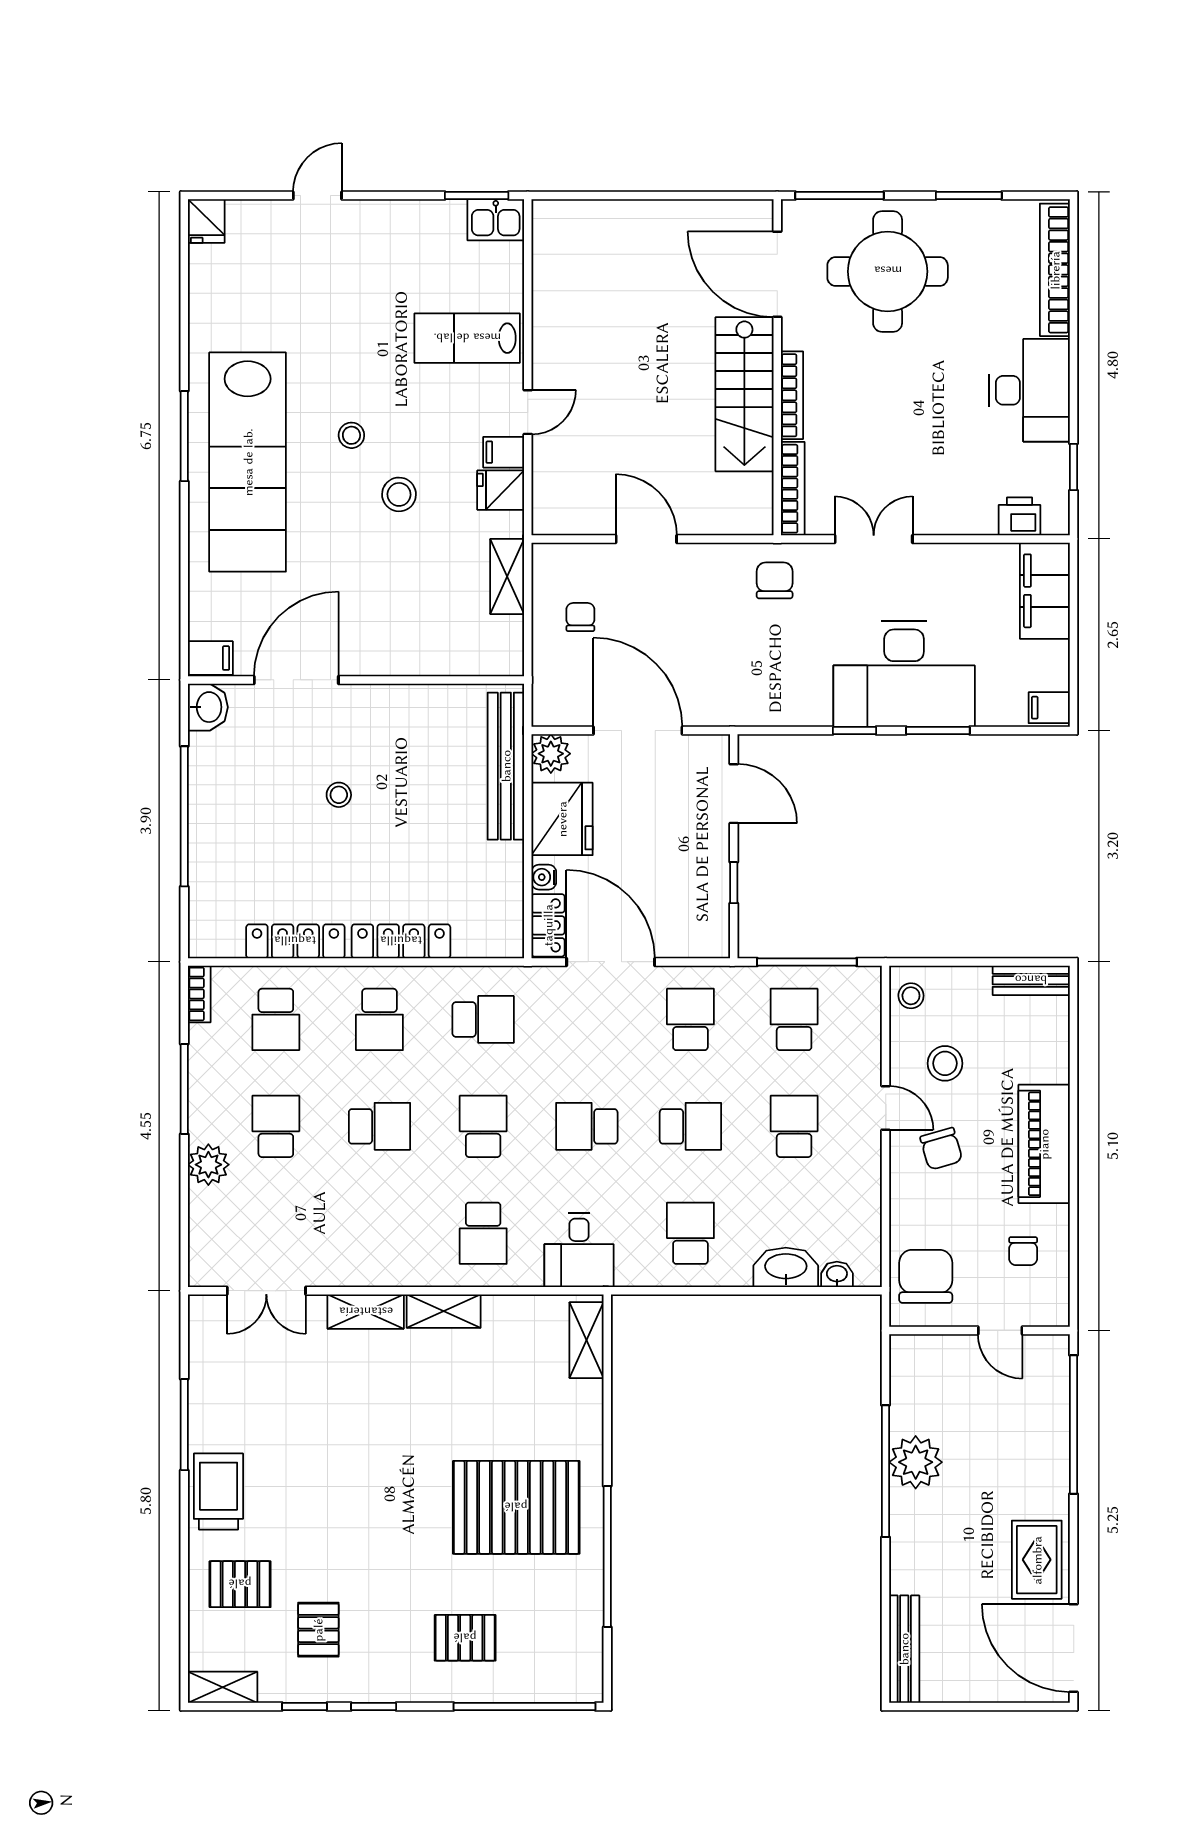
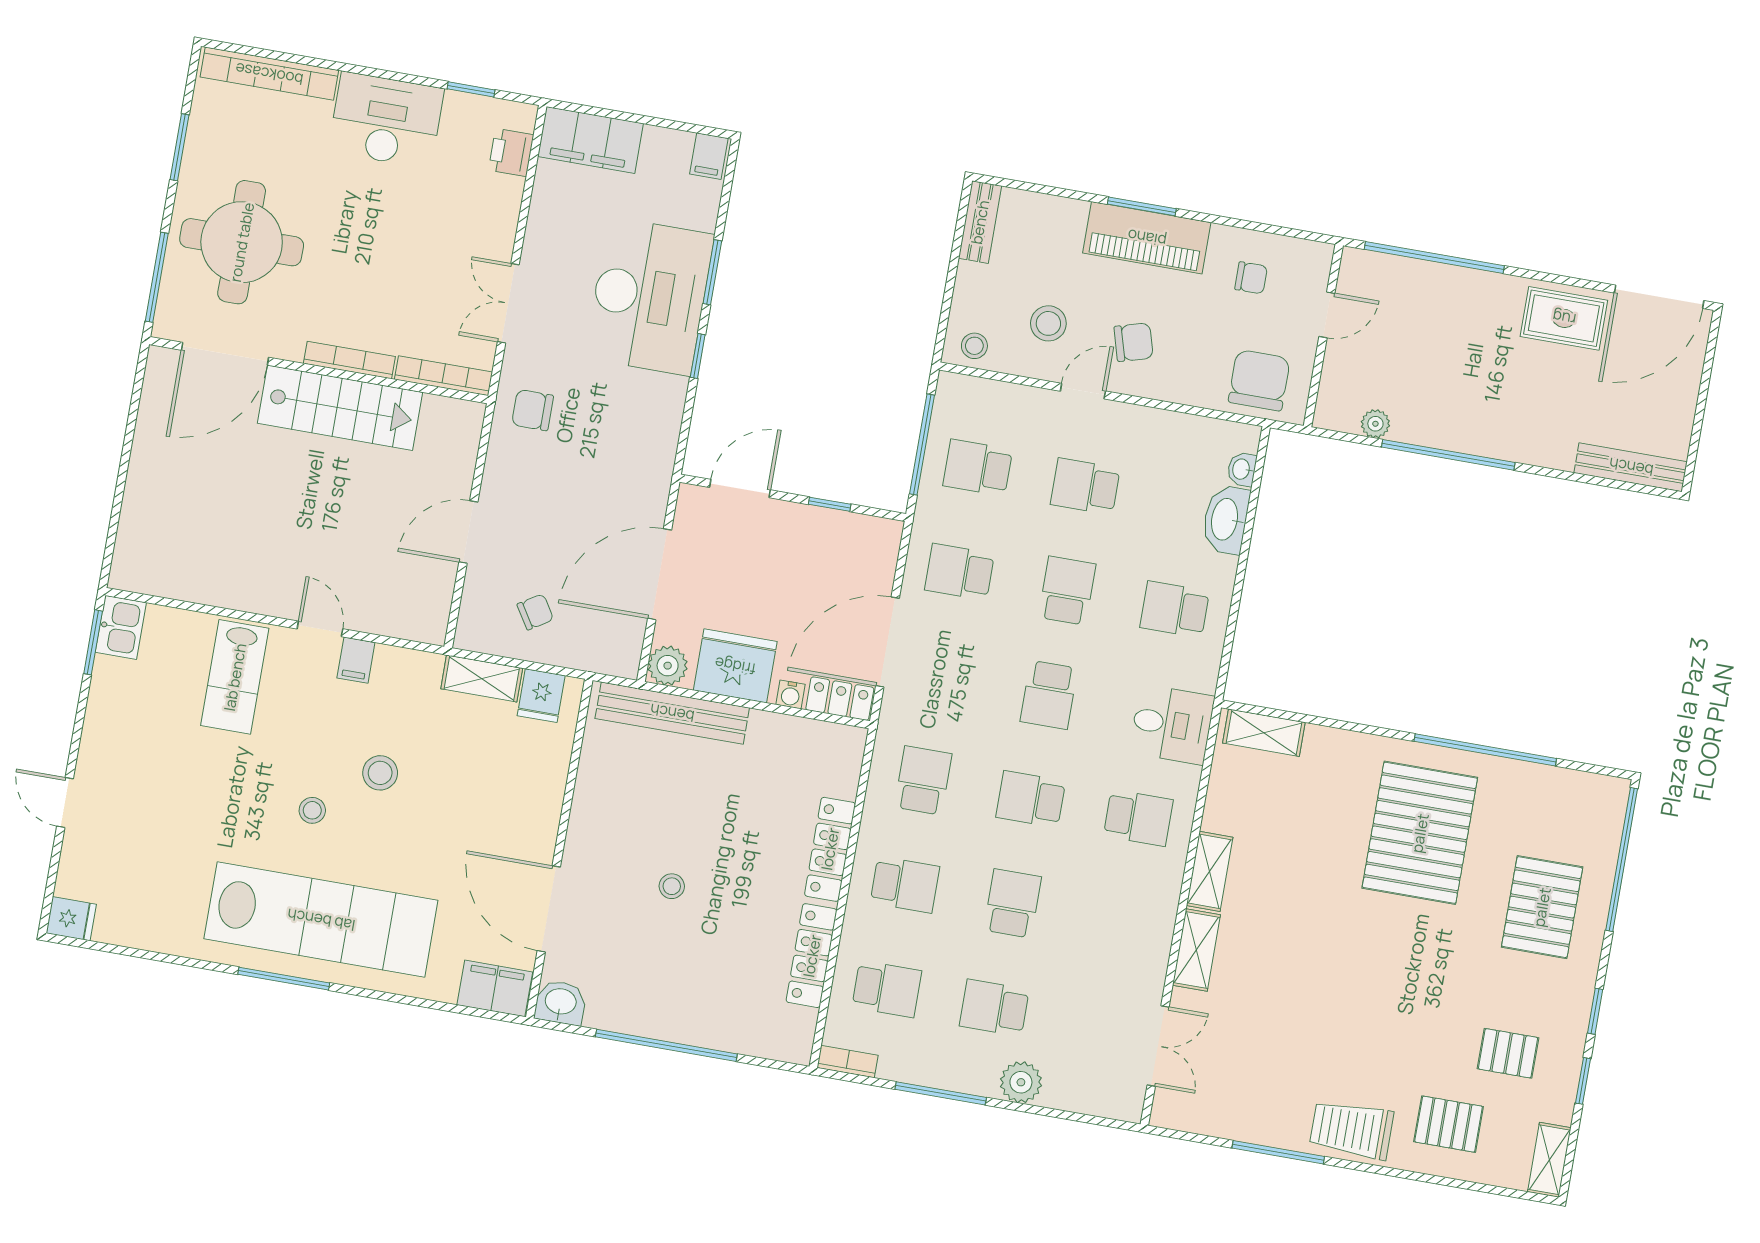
fridge: (501, 490) -> (541, 696), moved
chair: (580, 617) -> (535, 612), turned 148
filing cabinet: (210, 658) -> (495, 988), width x2.00
window: (1074, 1134) -> (1142, 206), added
chair: (926, 1276) -> (1259, 380), turned 90
plant: (916, 1462) -> (1375, 424), moved, width x0.53, depth x0.53
pallet: (240, 1584) -> (1449, 1124), turned 90
pallet: (465, 1638) -> (1542, 907), width x1.50, depth x1.42

